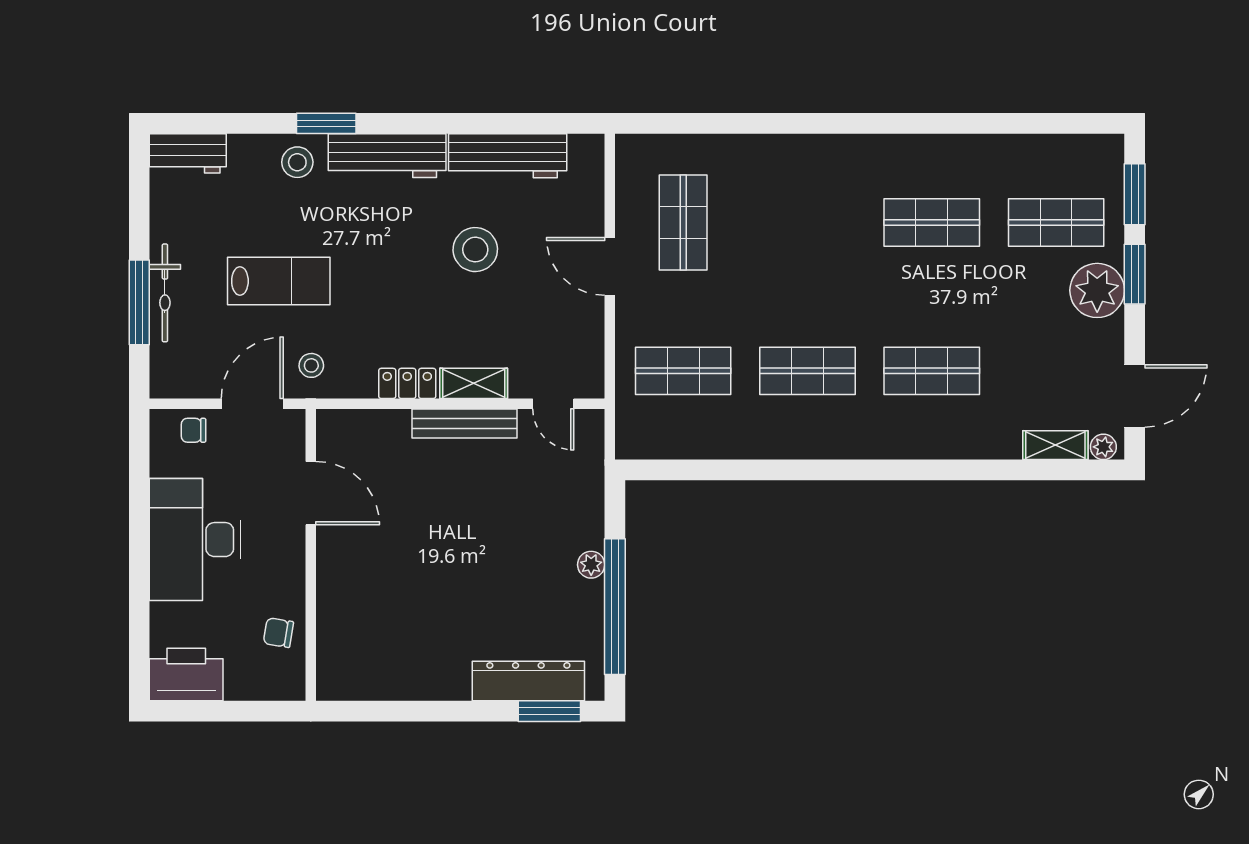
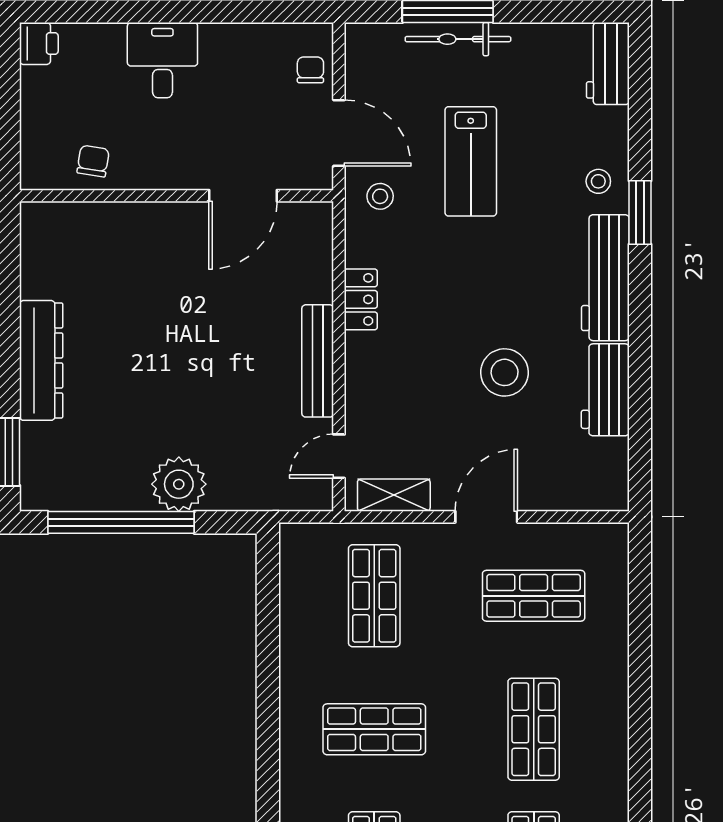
workbench: (508, 156) -> (605, 390), width x0.73
stool: (297, 162) -> (598, 181), width x0.73, depth x0.73
shop shelf: (807, 222) -> (534, 729), added
shop shelf: (807, 371) -> (374, 729), turned 90
shelving: (474, 383) -> (394, 495), moved, turned 90
desk: (195, 540) -> (162, 60), width x0.53, depth x0.77
plant: (591, 565) -> (179, 484), width x1.88, depth x1.88
printer: (186, 675) -> (39, 44), width x0.53, depth x0.68
dresser: (528, 681) -> (41, 360), moved

